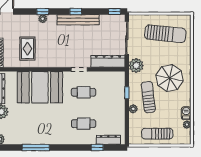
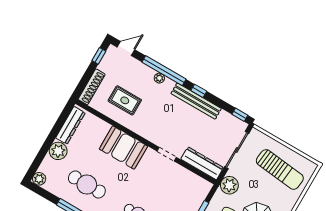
window: (43, 12) -> (164, 71), width x3.17
rug: (27, 49) -> (125, 100), turned 90
booth: (40, 87) -> (123, 148), width x0.73, depth x0.70
cafe table: (84, 92) -> (87, 185), moved, width x1.37, depth x1.35

